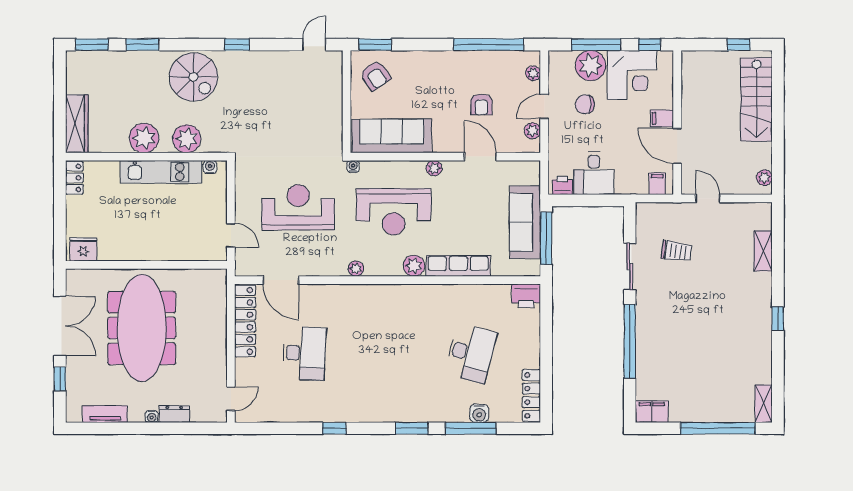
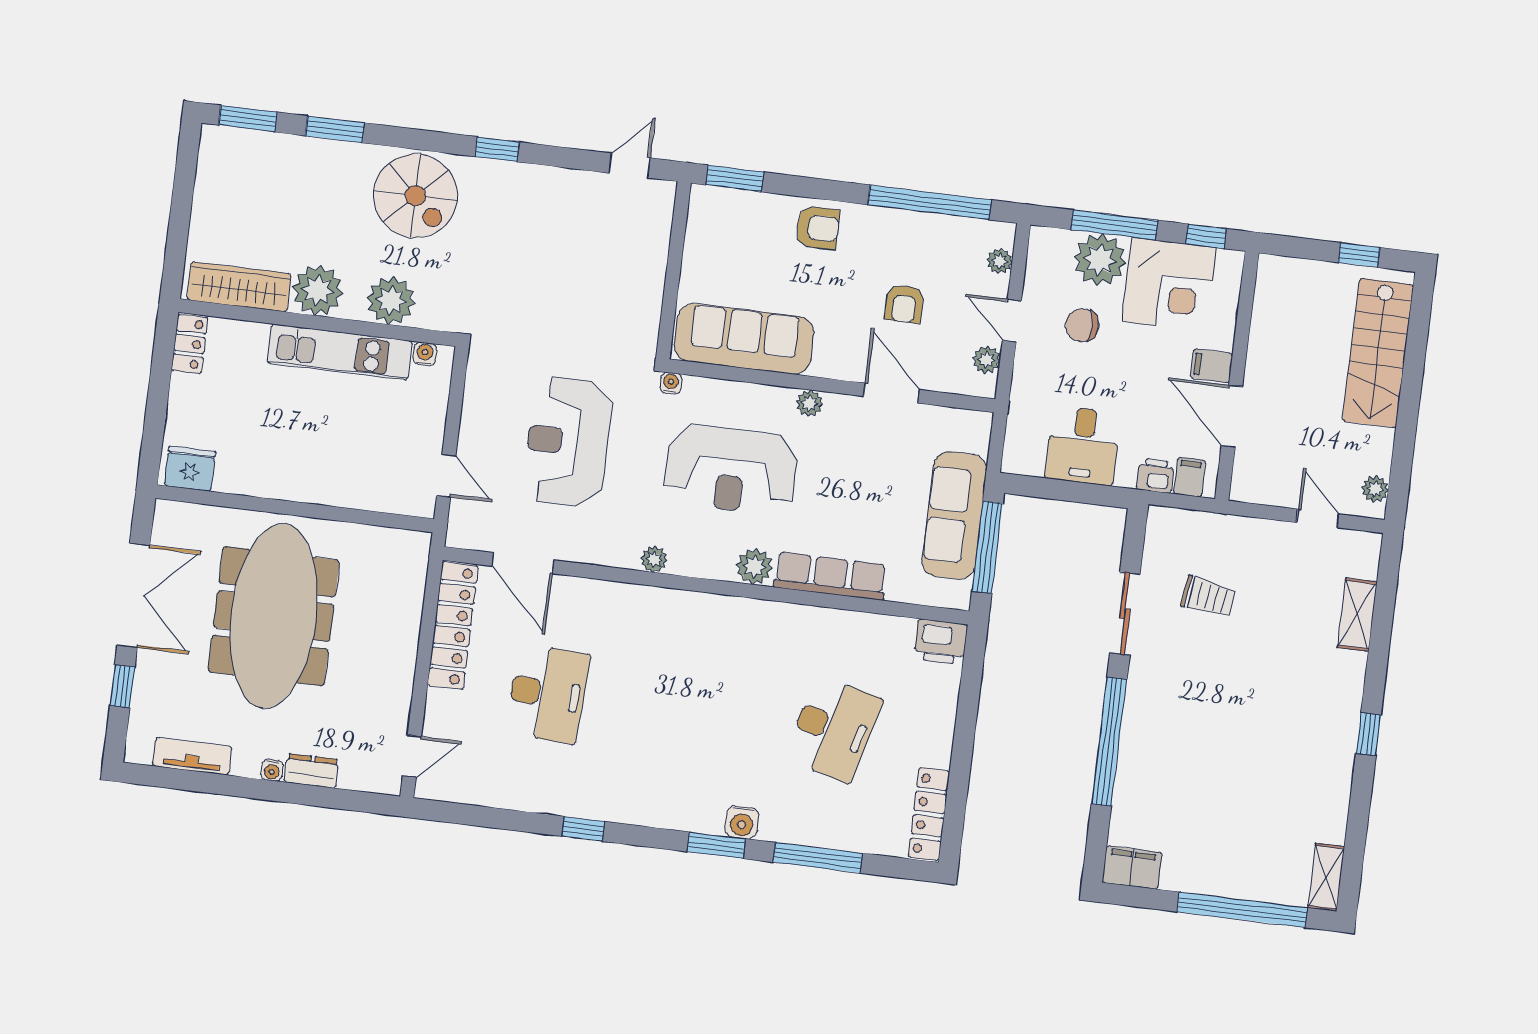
armchair: (375, 76) -> (818, 228), moved, turned -56
door: (544, 107) -> (1012, 321), hinge flipped
wardrobe: (77, 124) -> (239, 287), moved, turned -90
printer: (562, 185) -> (1155, 476), moved
door: (708, 198) -> (1318, 518), moved
reception desk: (298, 207) -> (568, 442), turned -90
water cooler: (479, 413) -> (742, 822), moved

